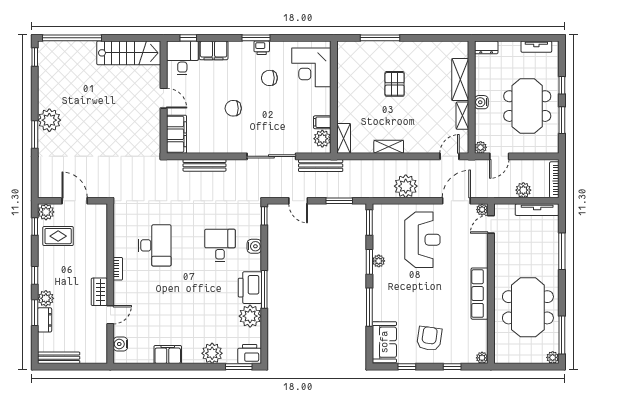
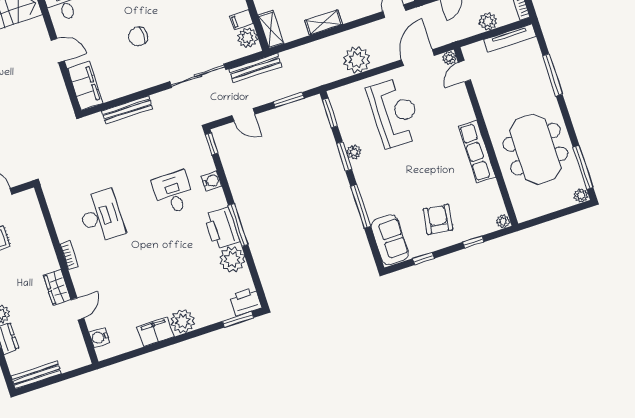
plant: (212, 353) -> (183, 321), moved

